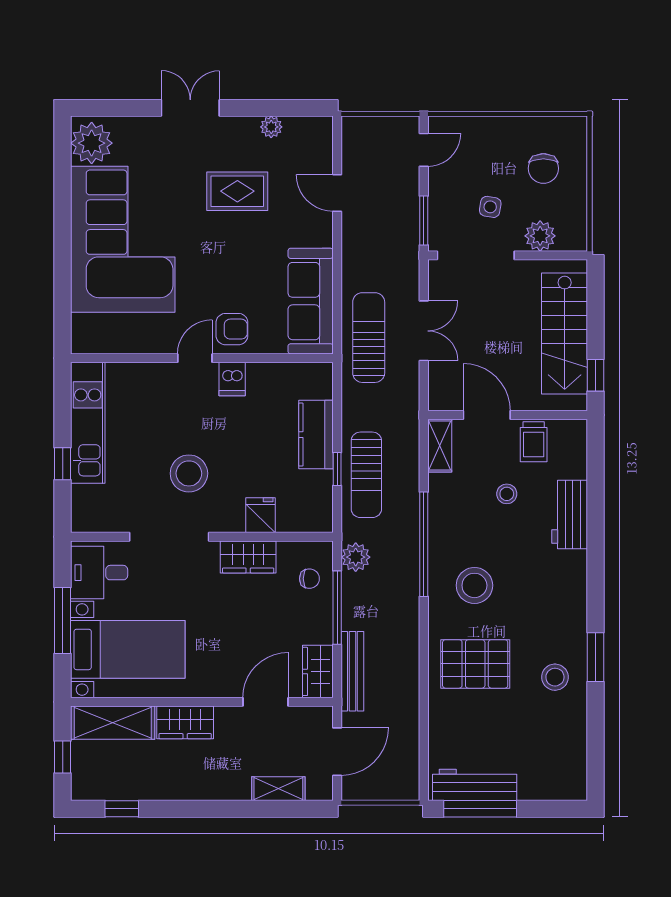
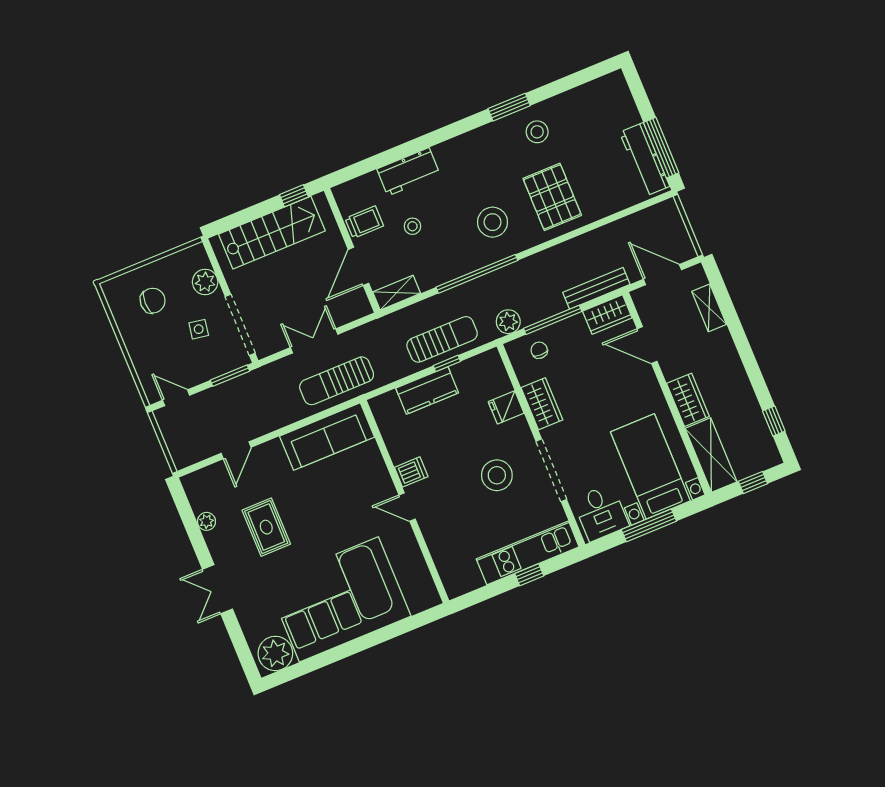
armchair: (232, 329) -> (373, 488), removed
kitchen unit: (88, 423) -> (528, 553), moved

